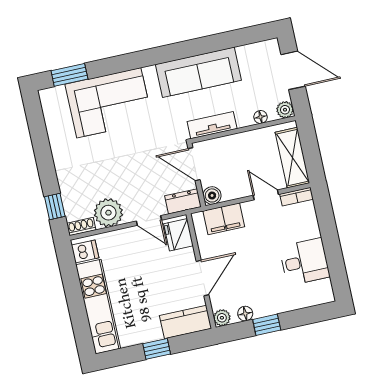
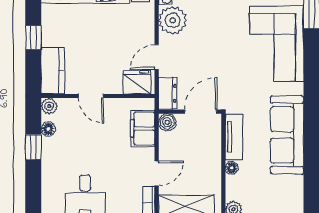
floor lamp: (261, 117) -> (232, 168), moved
door: (203, 278) -> (91, 96), width x0.73

